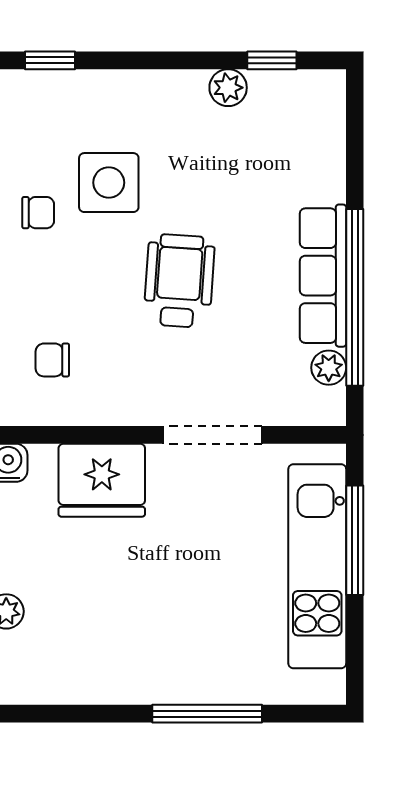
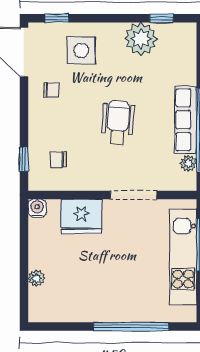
plant: (228, 88) -> (141, 39), width x1.87, depth x1.87
side table: (109, 183) -> (81, 50), moved
window: (207, 714) -> (131, 327), width x1.46

